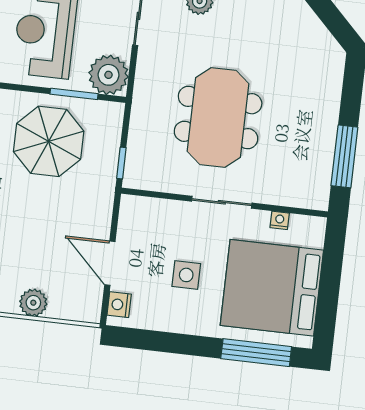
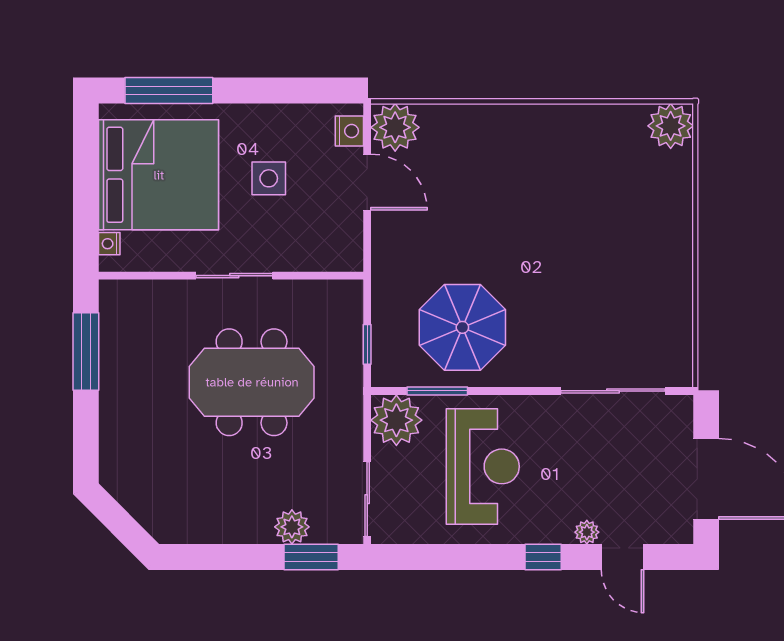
meeting table: (218, 118) -> (252, 382), turned 90
window: (121, 163) -> (367, 344), moved
nightstand: (280, 220) -> (109, 244), moved, turned 90
plant: (33, 303) -> (395, 127), moved, width x1.36, depth x1.36

